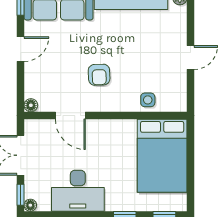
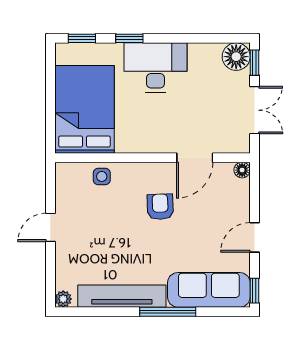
door: (70, 116) -> (195, 158), swing flipped
desk: (78, 191) -> (155, 67), moved
floor lamp: (30, 205) -> (236, 57), width x1.89, depth x1.89

